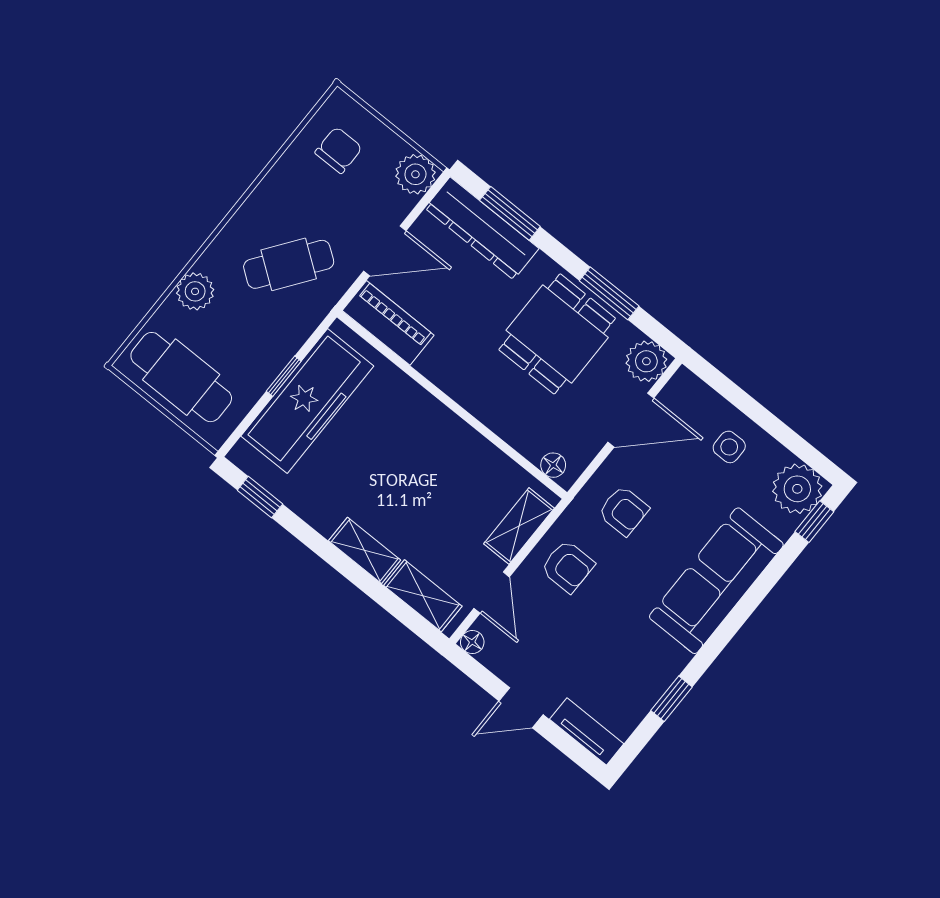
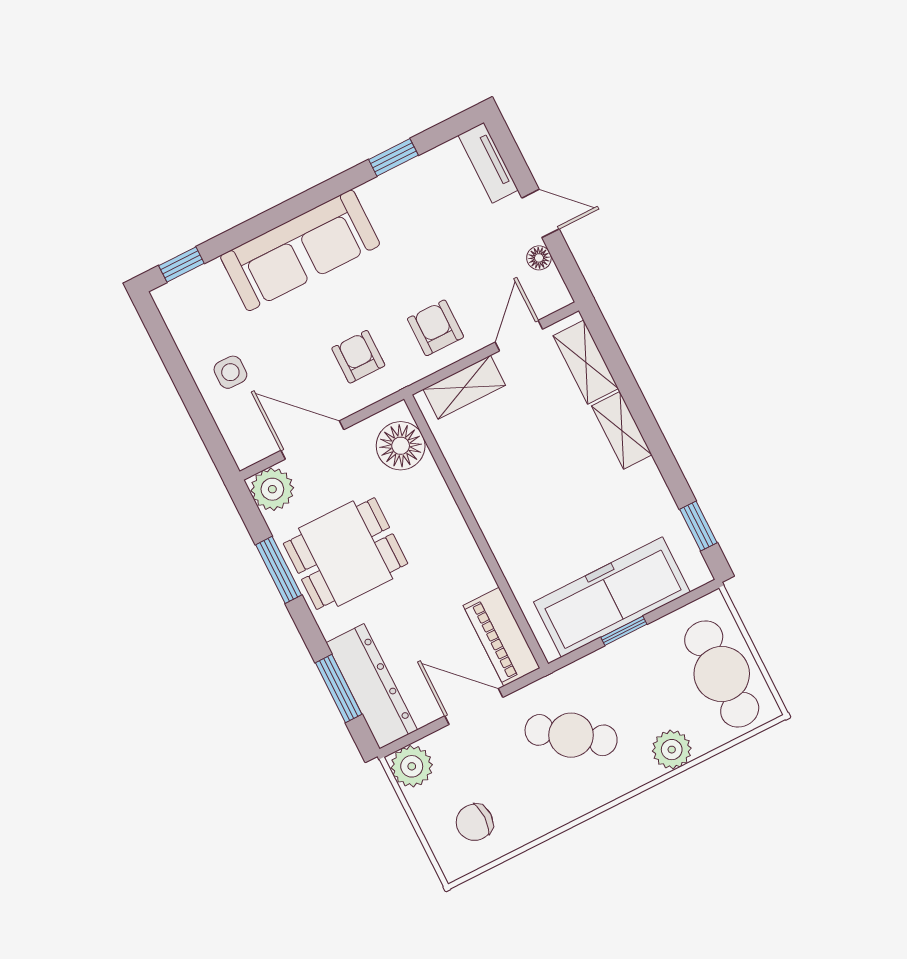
floor lamp: (553, 465) -> (401, 446), width x1.89, depth x1.89
plant: (797, 489) -> (184, 303), removed
floor lamp: (472, 642) -> (539, 258), moved

